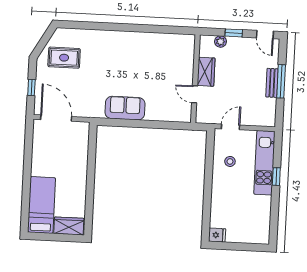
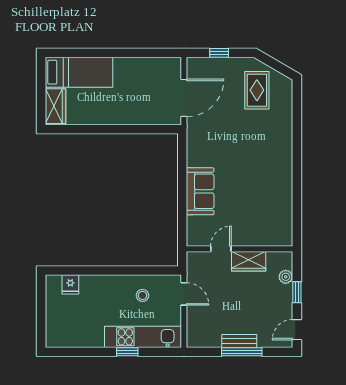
sofa: (125, 108) -> (200, 191), moved
door: (56, 118) -> (184, 98), moved
fridge: (217, 235) -> (70, 284), moved

